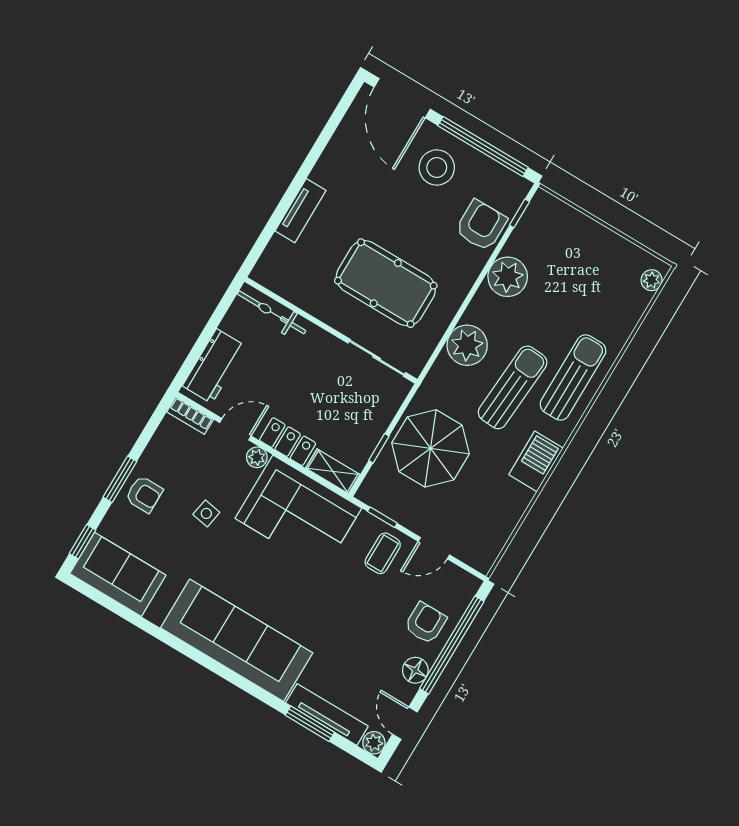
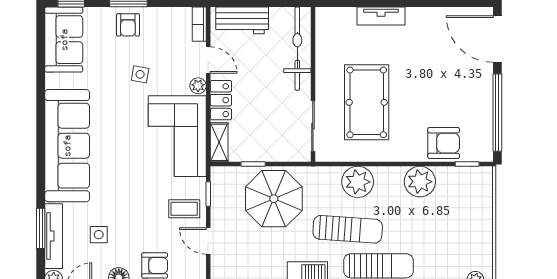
door: (402, 98) -> (497, 39), hinge flipped
stool: (437, 167) -> (465, 90), removed
bicycle: (272, 312) -> (297, 49), width x1.37, depth x1.40
side table: (355, 664) -> (99, 235), added

